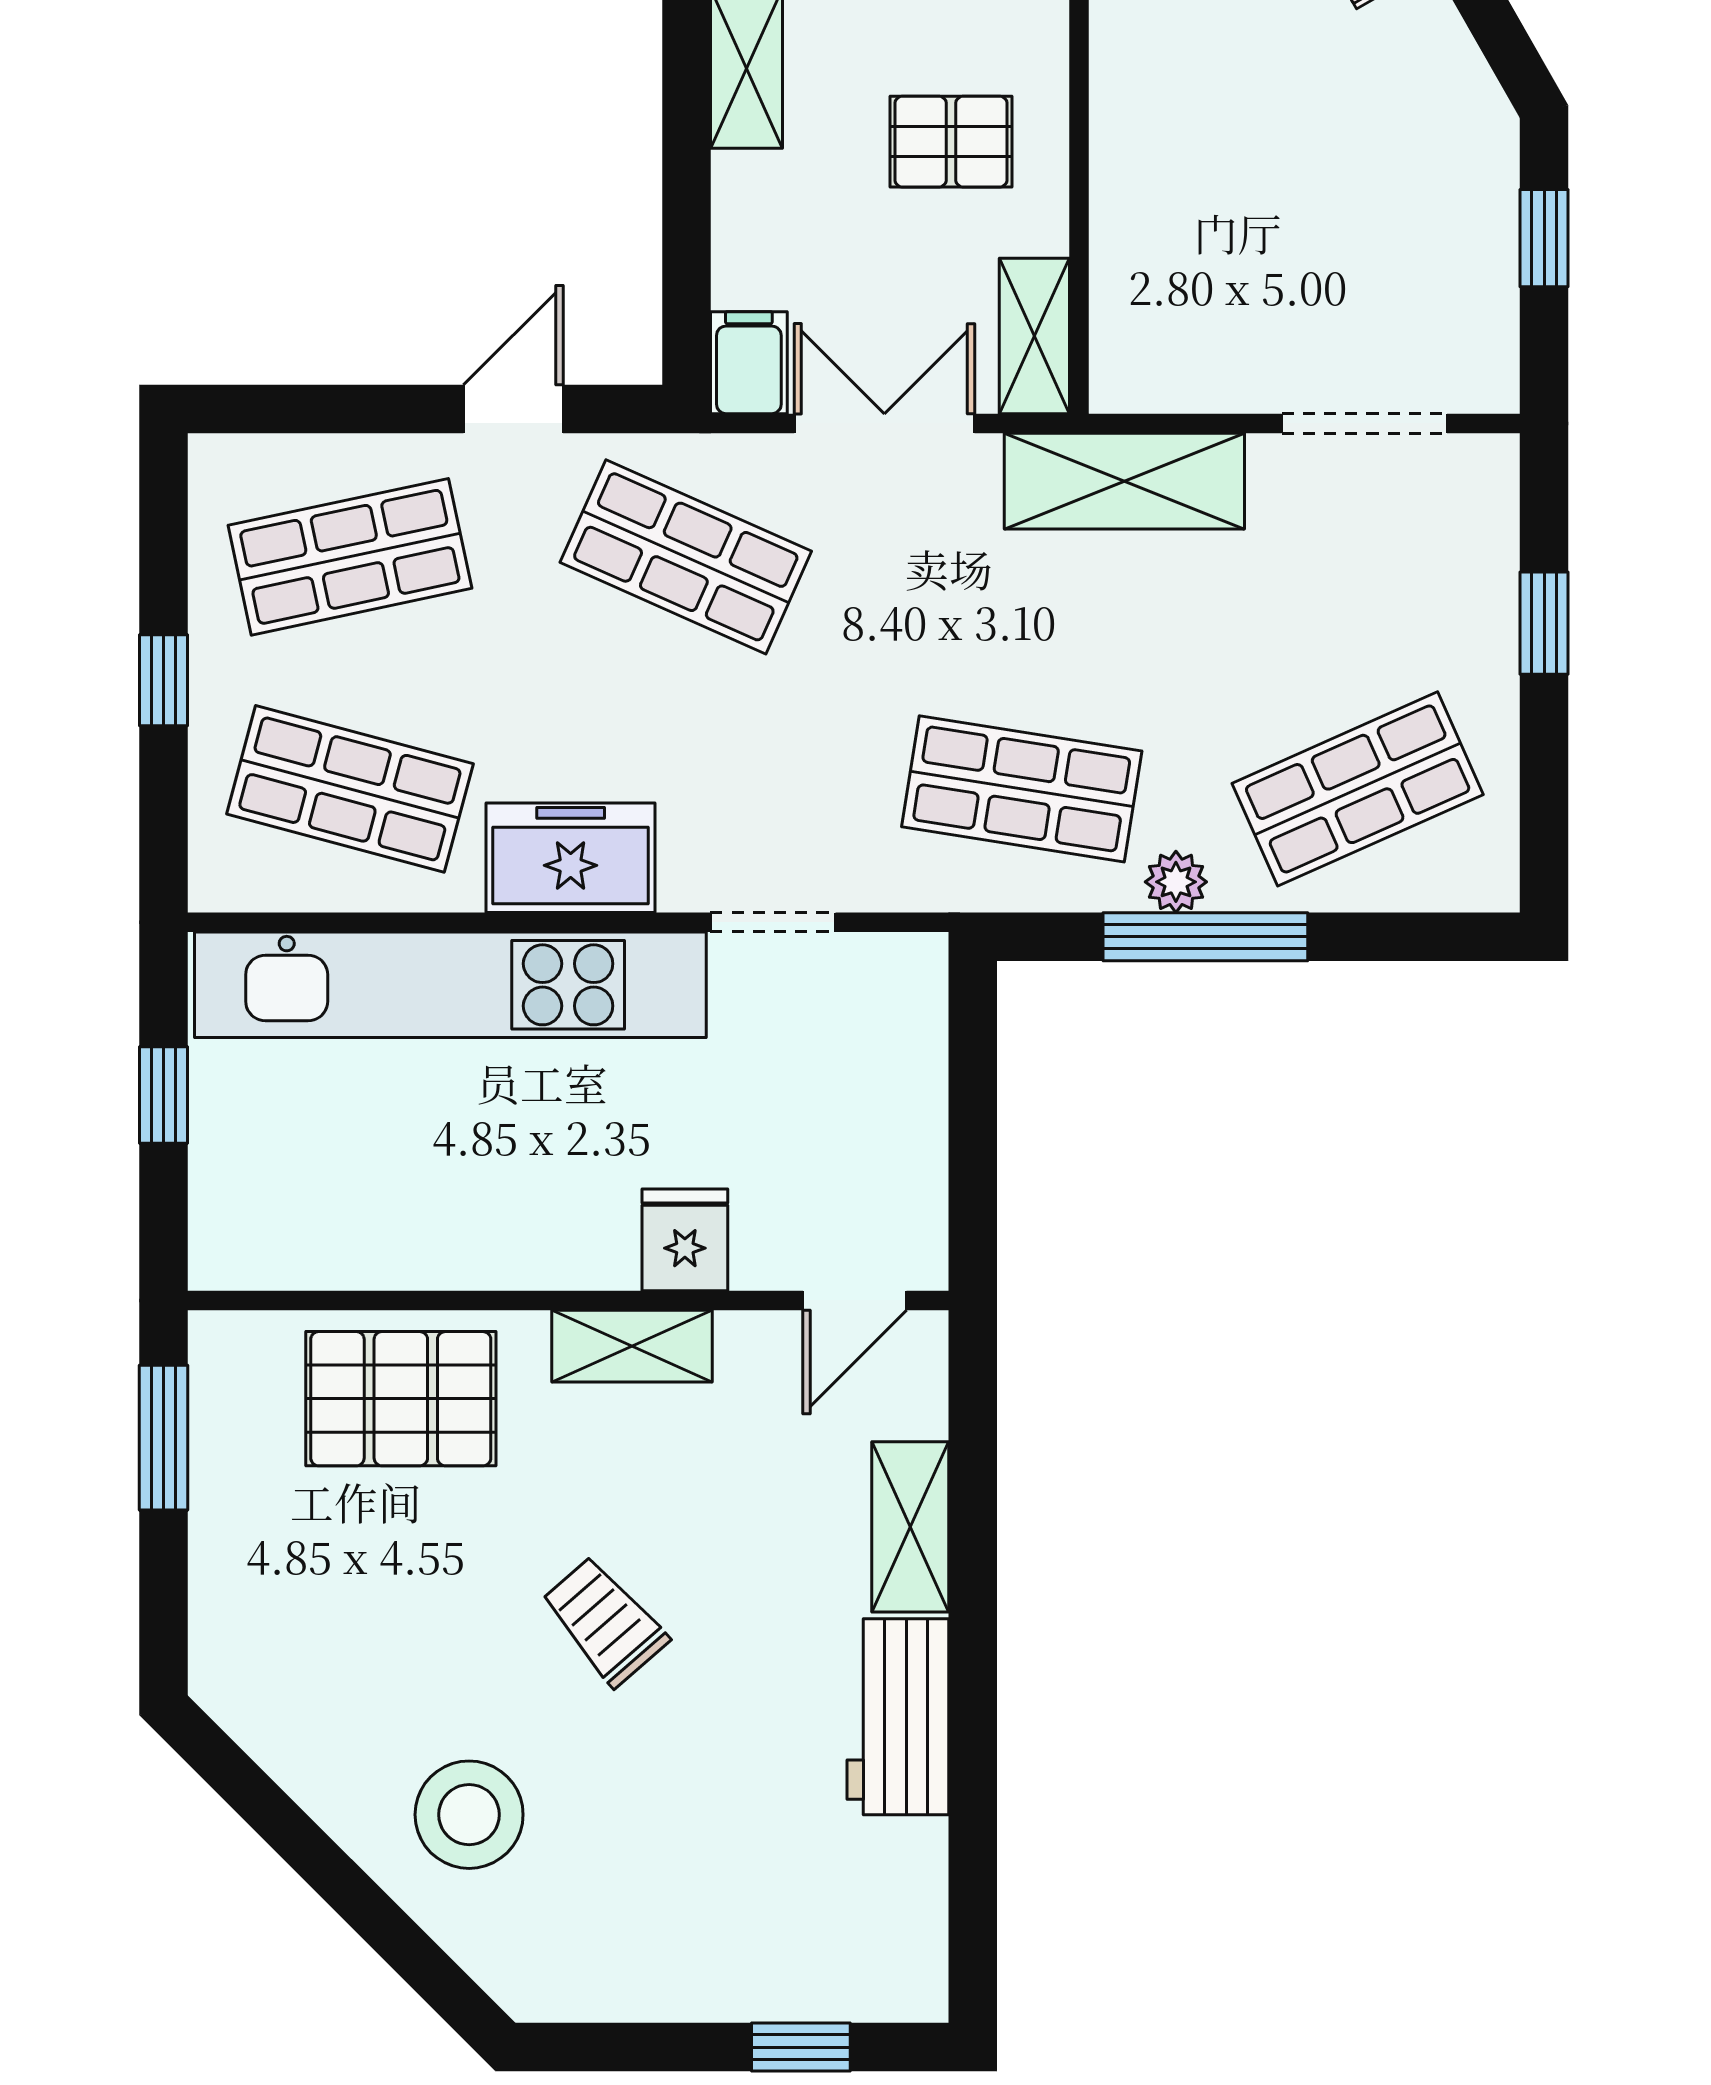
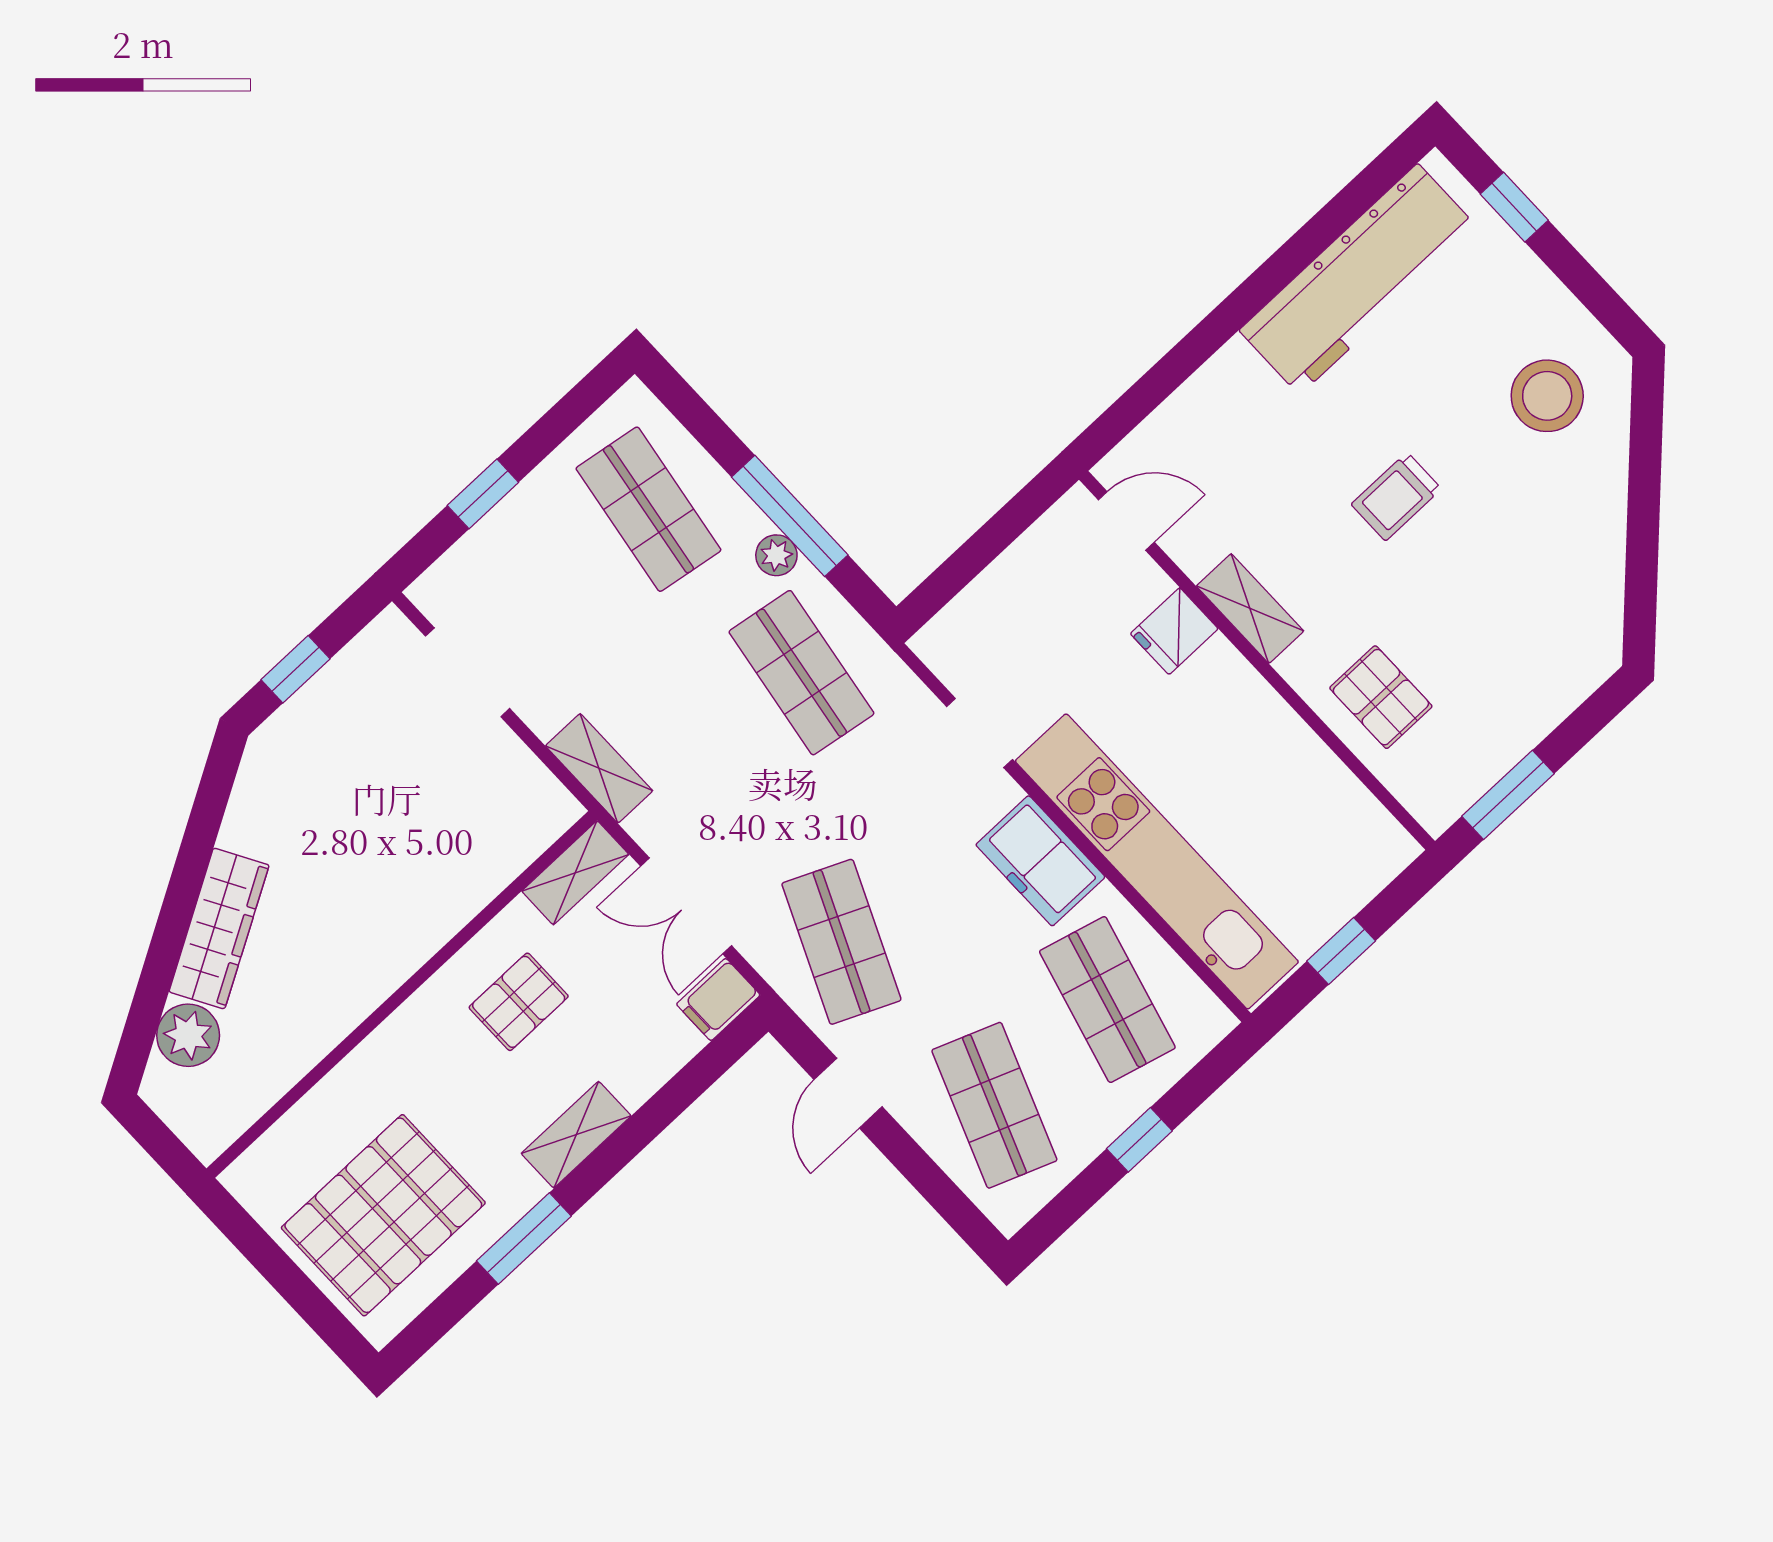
pallet: (951, 142) -> (519, 1002), turned 90
door: (513, 409) -> (848, 1093), hinge flipped
shelving: (1124, 481) -> (599, 768), width x0.67, depth x0.75
shop shelf: (350, 557) -> (994, 1105), turned 33
shop shelf: (1358, 789) -> (648, 509), turned 33
pallet: (401, 1399) -> (1381, 697), width x0.67, depth x0.71
shelving: (910, 1527) -> (1211, 391), removed
trolley: (605, 1621) -> (1396, 497), turned 41
workbench: (898, 1717) -> (1359, 279), width x1.88, depth x1.32
stool: (469, 1815) -> (1547, 396), moved

